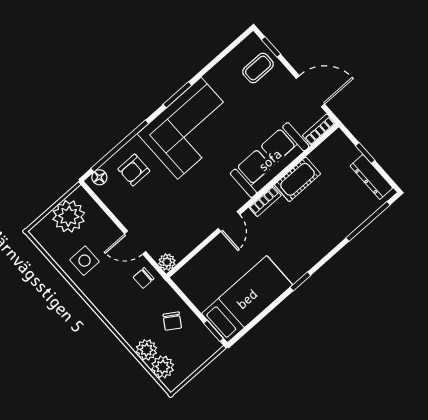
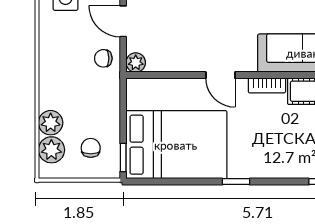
door: (229, 221) -> (220, 75), hinge flipped
bed: (247, 299) -> (176, 145), width x1.50
chair: (172, 321) -> (91, 148), moved, turned 147

